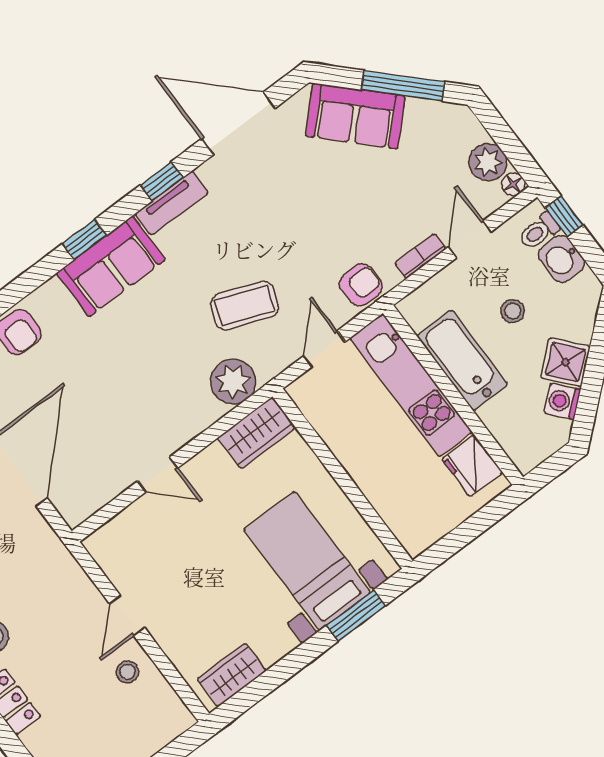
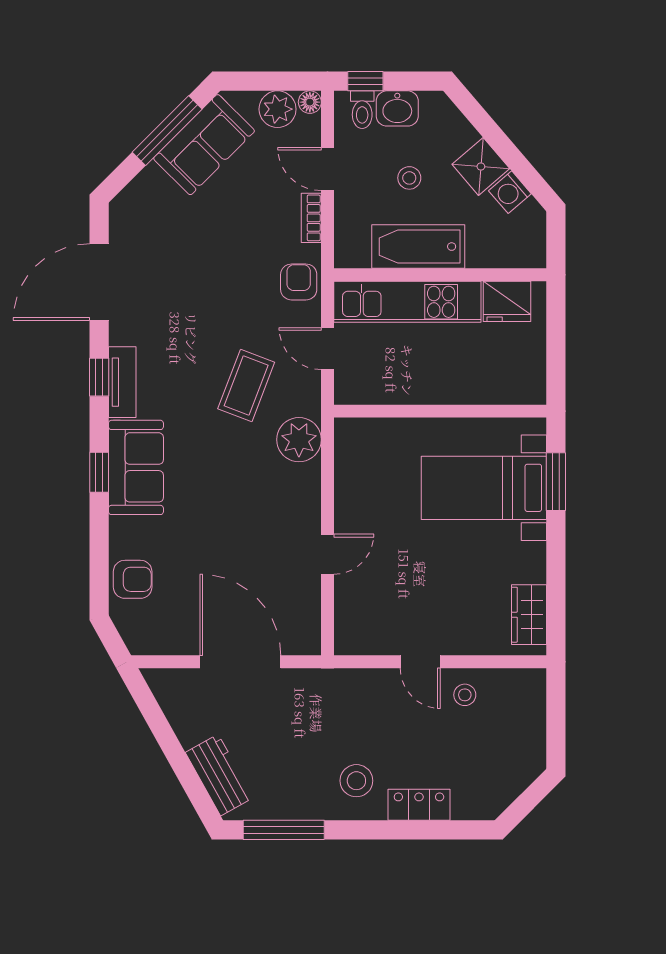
sofa: (355, 116) -> (204, 145), moved
wardrobe: (256, 433) -> (353, 452), removed

